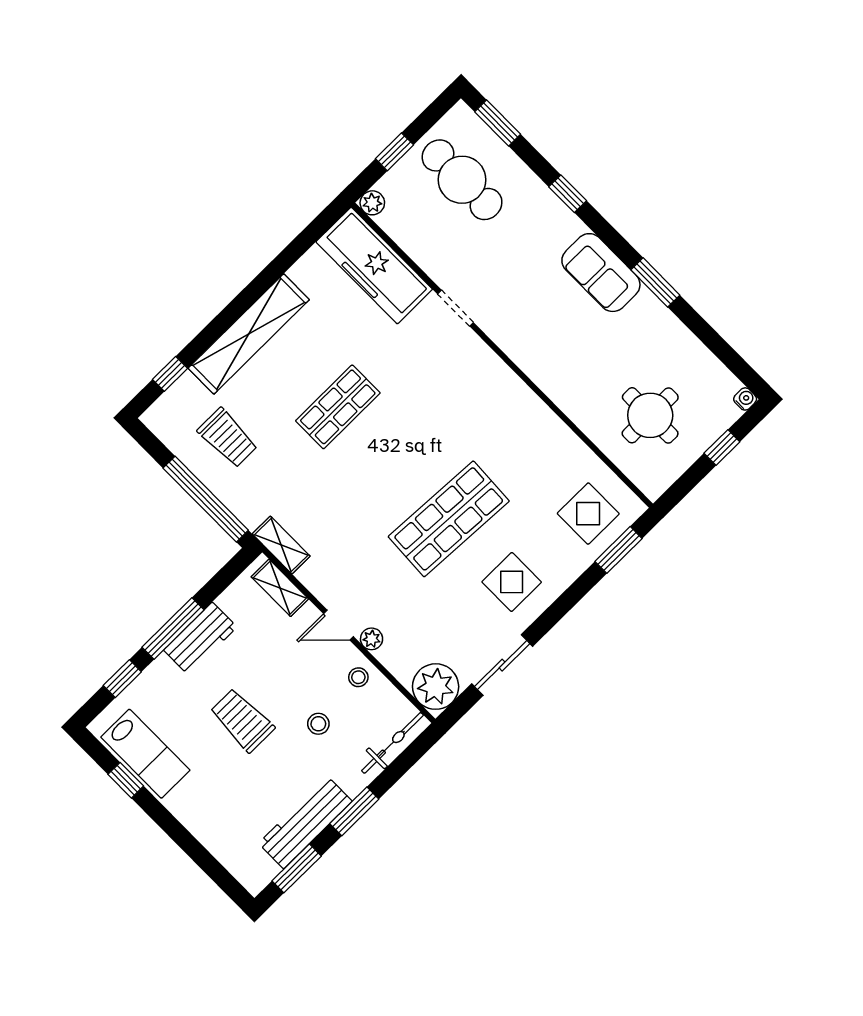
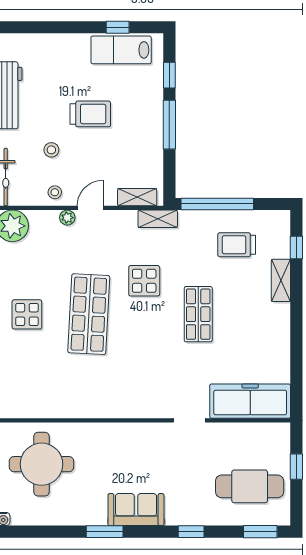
plant: (372, 203) -> (282, 431), removed
shelving: (249, 334) -> (281, 280), width x0.45, depth x0.75
round table: (650, 415) -> (41, 464), width x1.36, depth x1.36
display table: (588, 514) -> (144, 281), moved
workbench: (200, 639) -> (151, 133), removed

